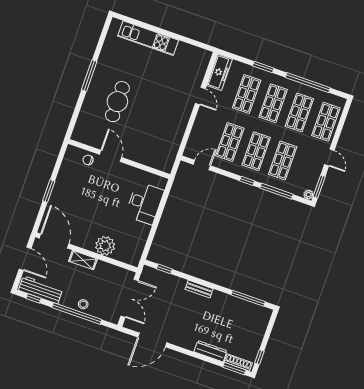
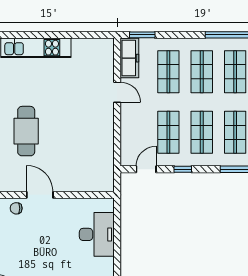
window: (263, 67) -> (142, 35), moved
window: (247, 181) -> (183, 169), moved

